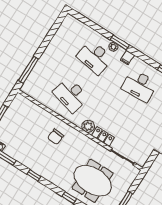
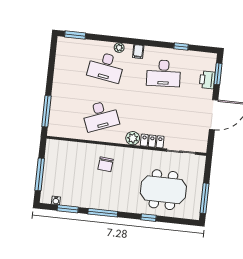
window: (120, 42) -> (75, 35), moved
desk: (71, 95) -> (100, 116), turned -36
window: (34, 175) -> (103, 213), width x2.17

